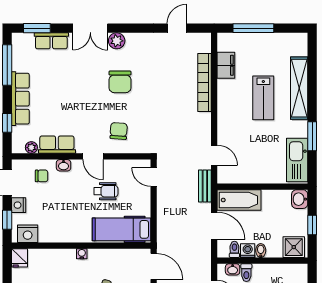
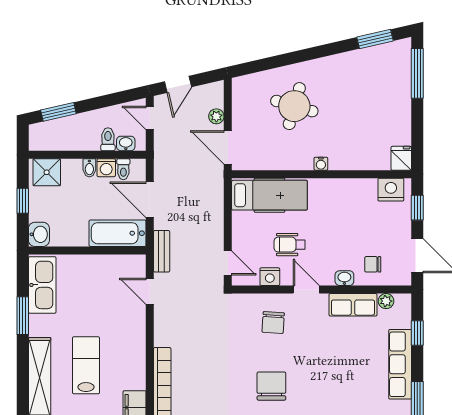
nightstand: (19, 205) -> (270, 277), moved, turned 90

